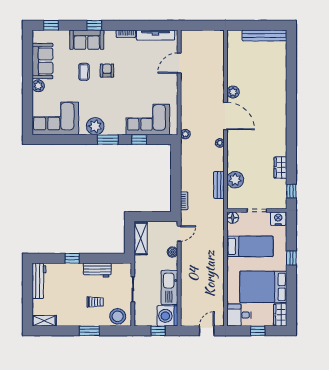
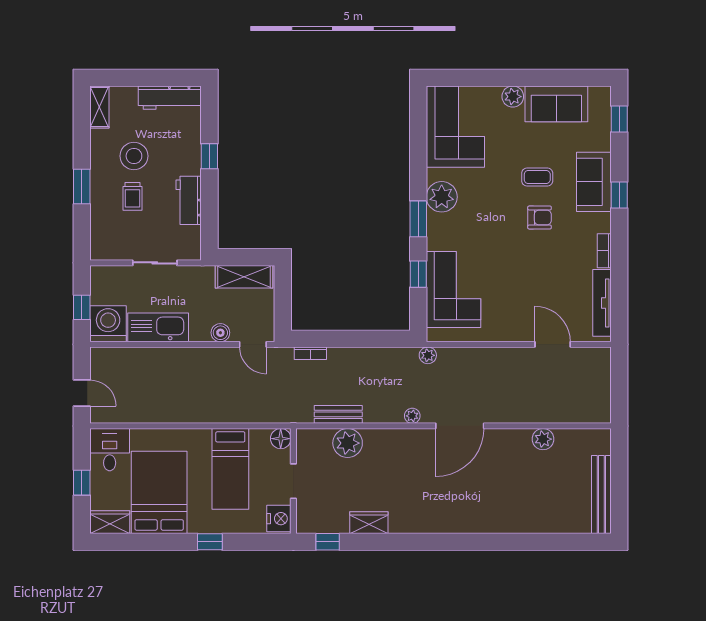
plant: (233, 92) -> (543, 439), moved
stool: (118, 316) -> (134, 156), moved

